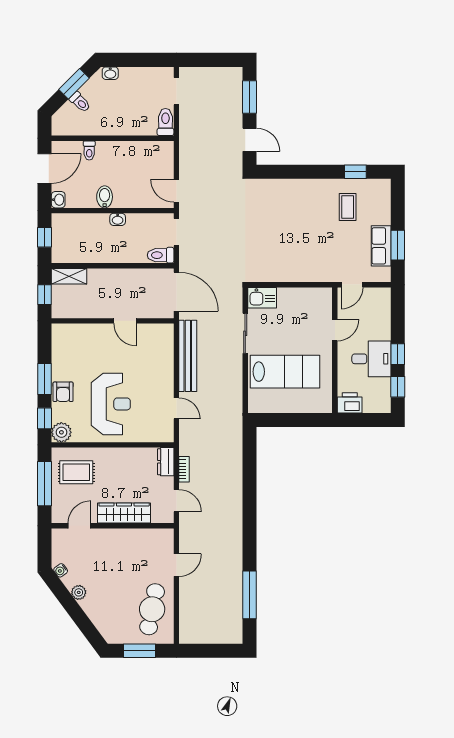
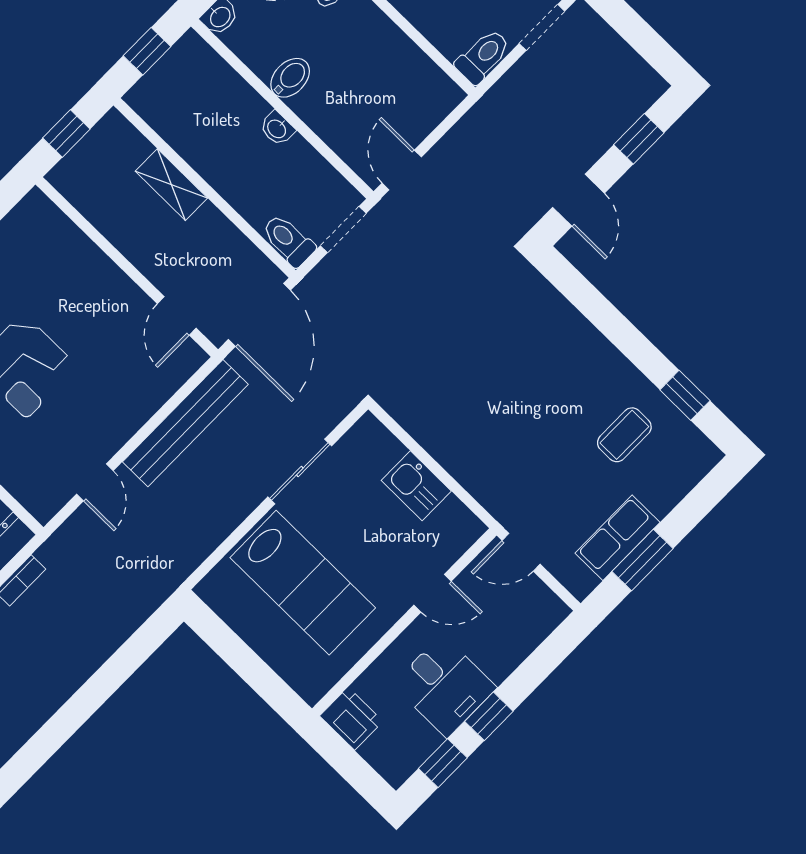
window: (250, 97) -> (639, 139), width x0.67
shelving: (69, 276) -> (171, 185), moved
kitchen sink: (262, 298) -> (416, 486), moved
door: (125, 321) -> (177, 316), moved

